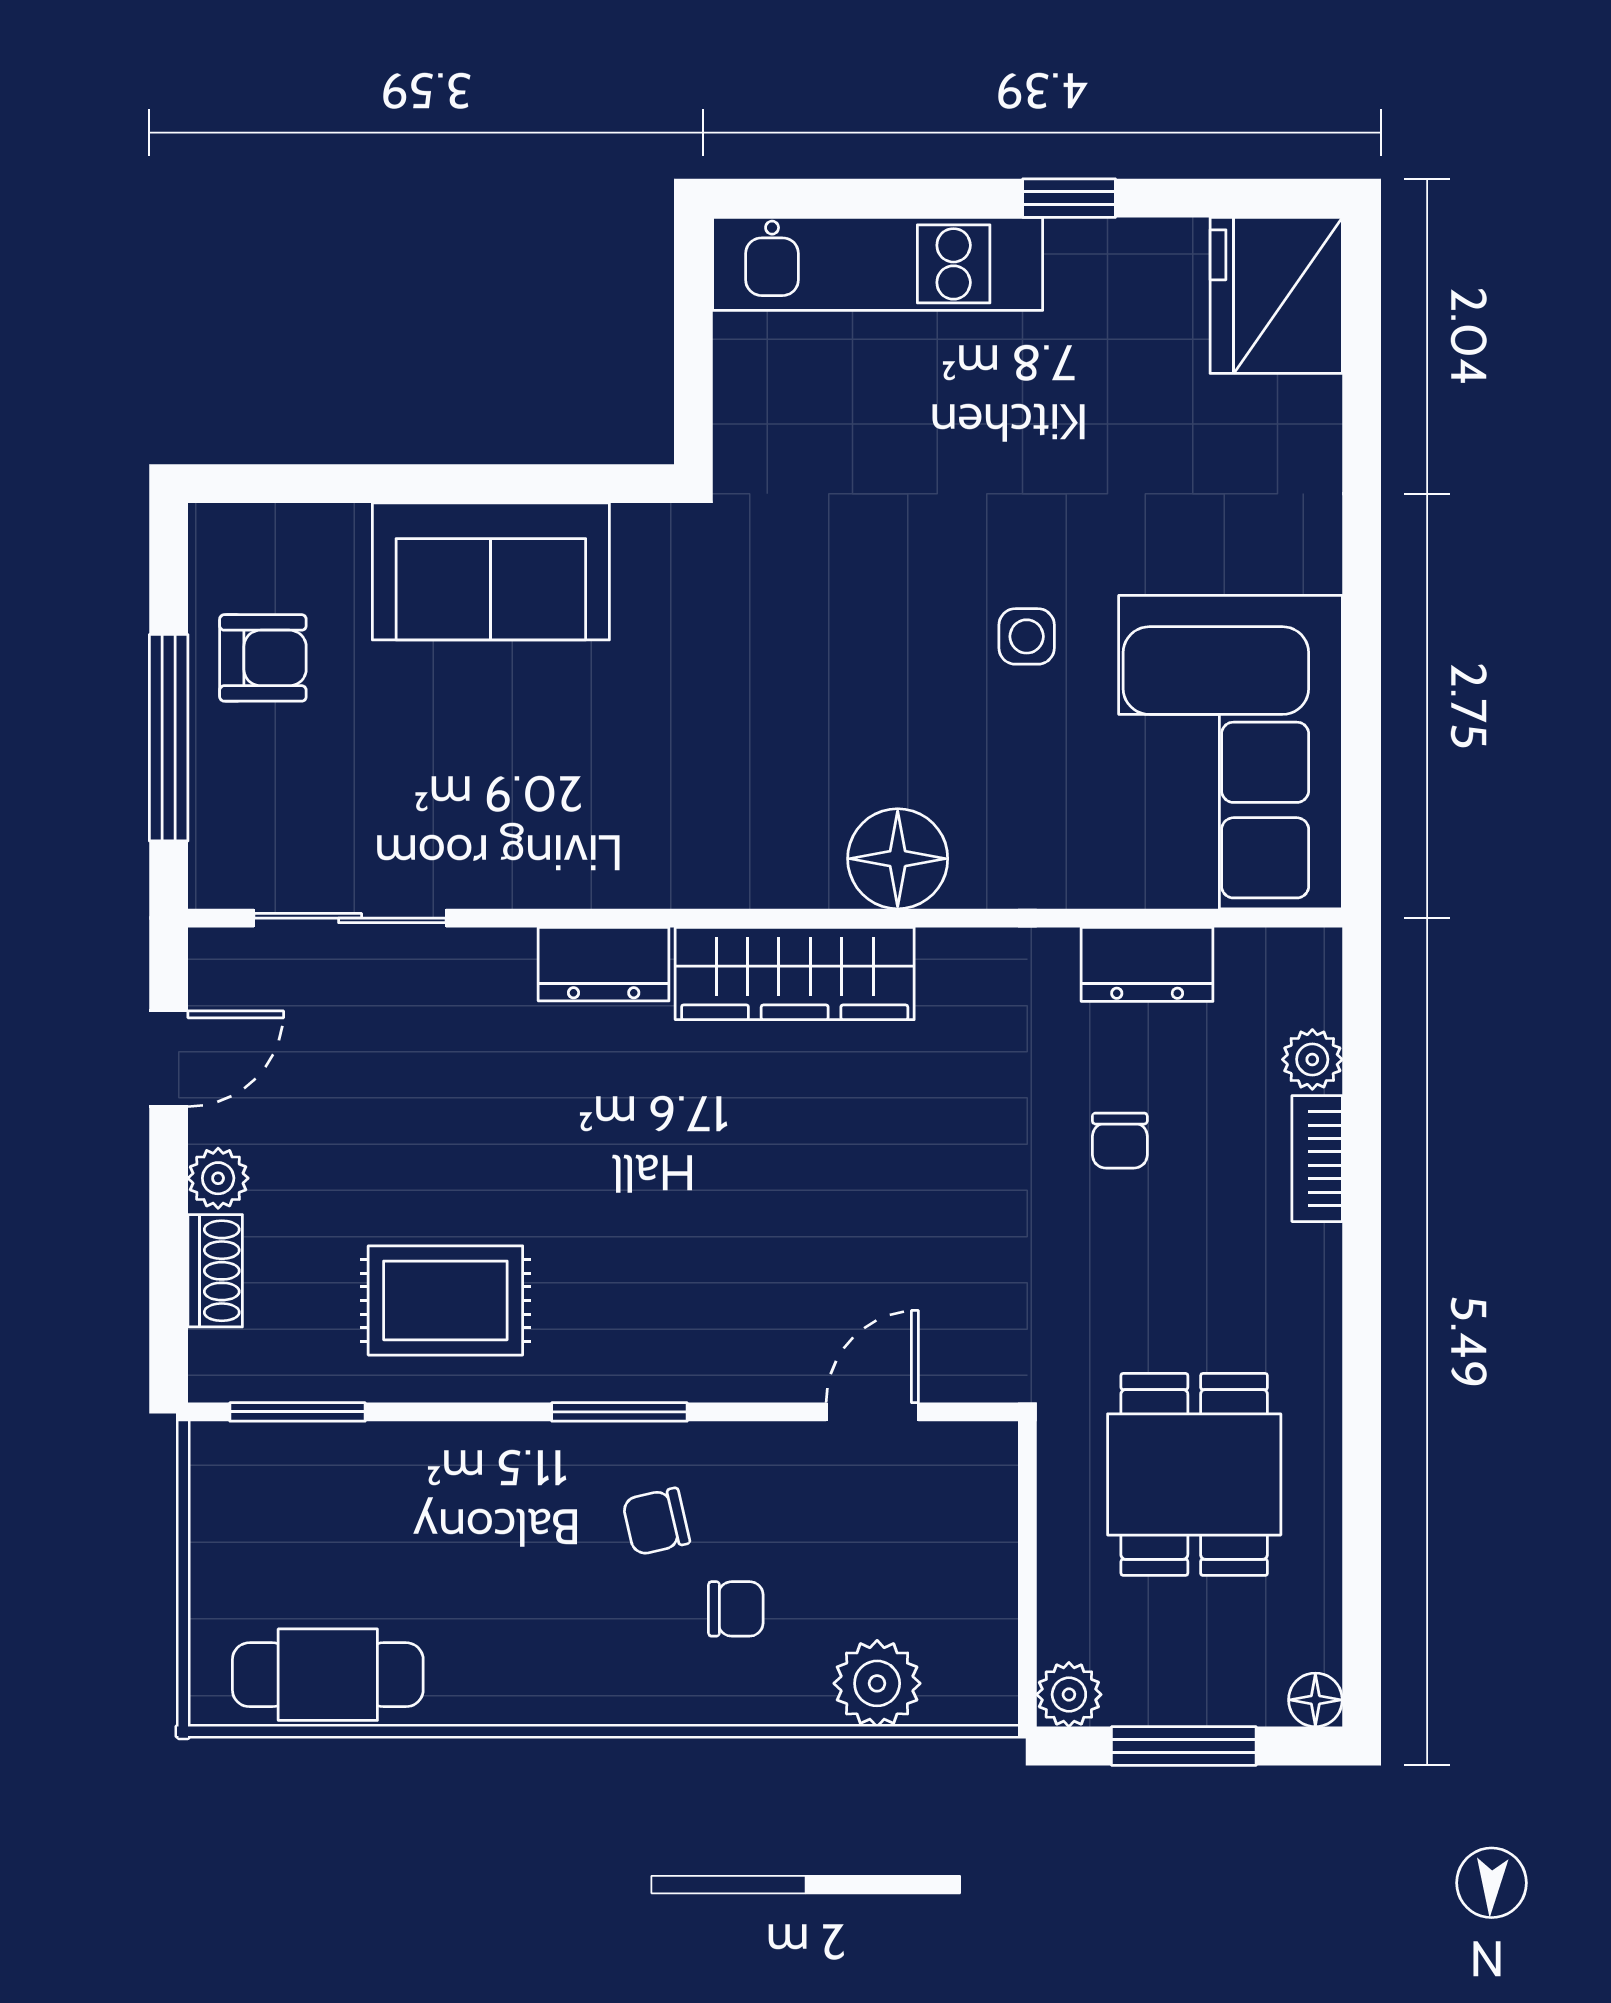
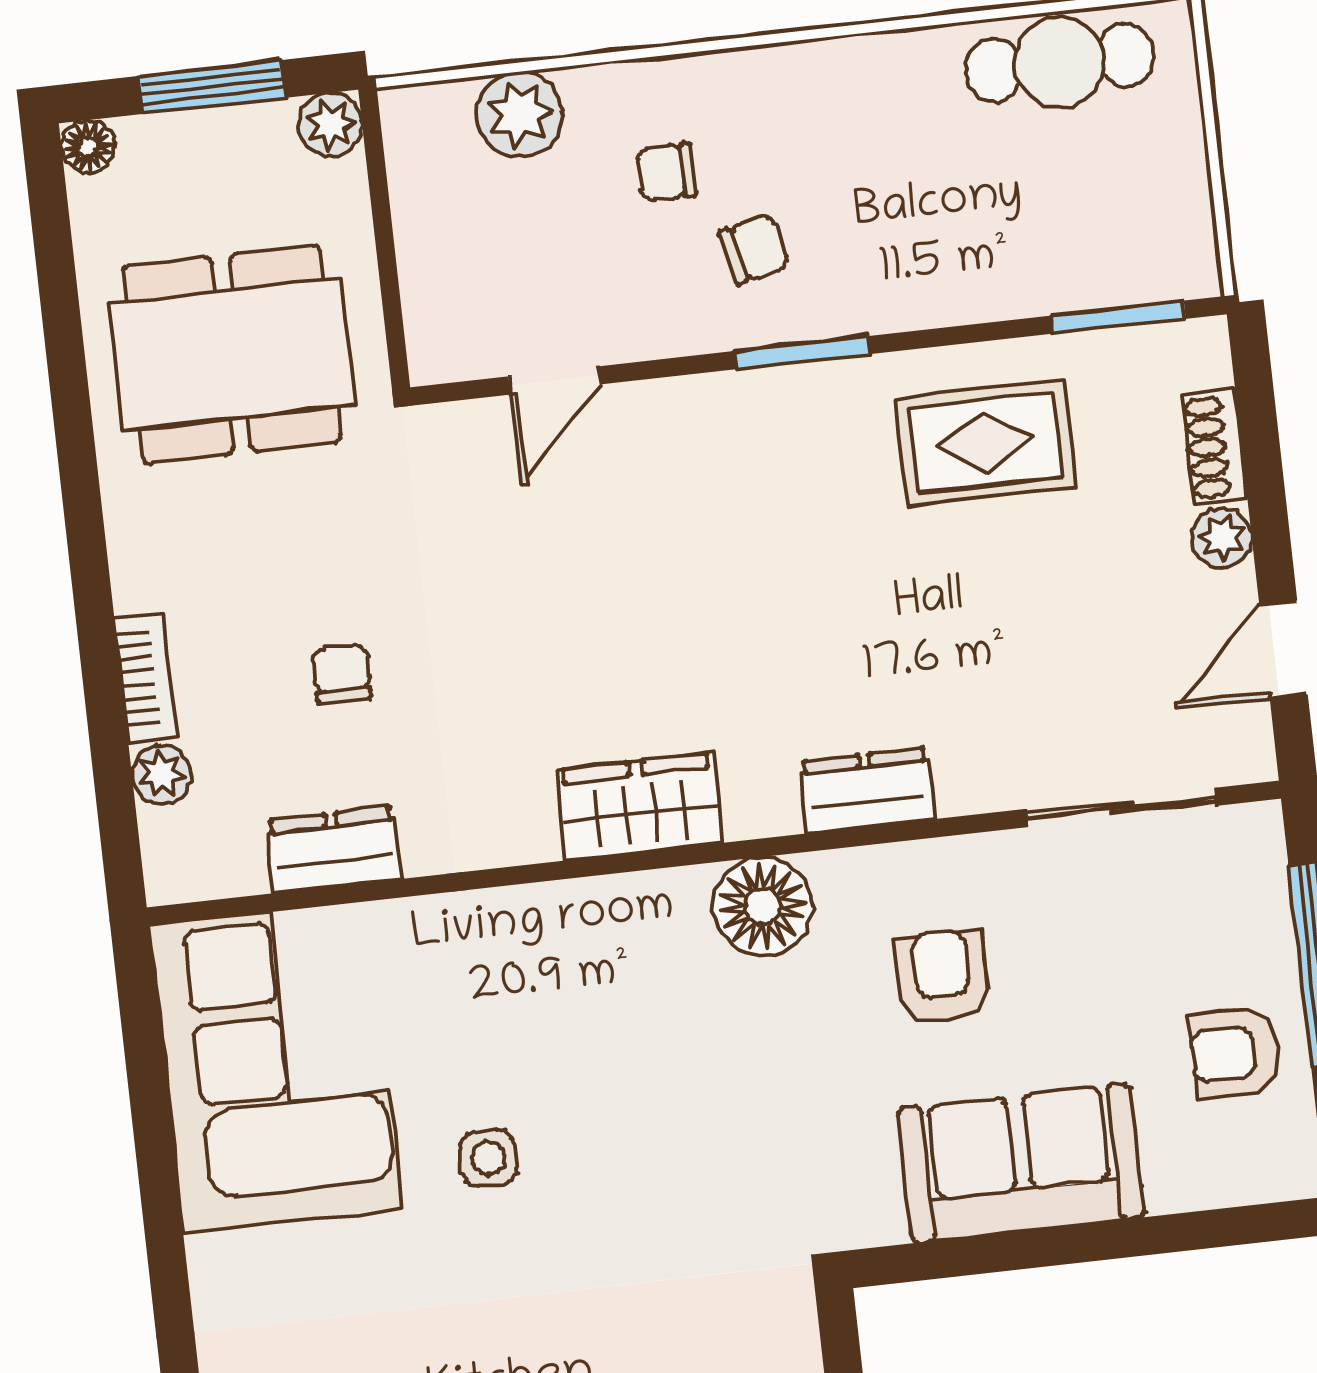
armchair: (549, 768) -> (942, 977), added
floor lamp: (898, 859) -> (763, 907), moved
wardrobe: (795, 974) -> (640, 806), width x0.67
dining table: (1194, 1474) -> (232, 355), width x1.37

